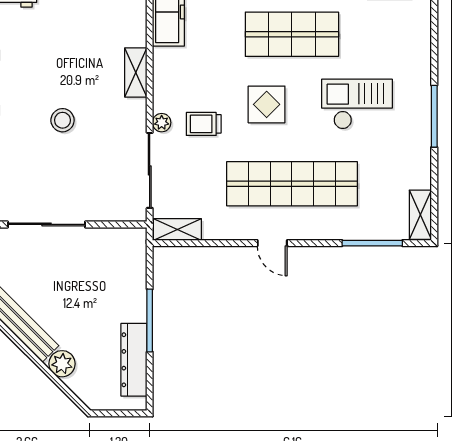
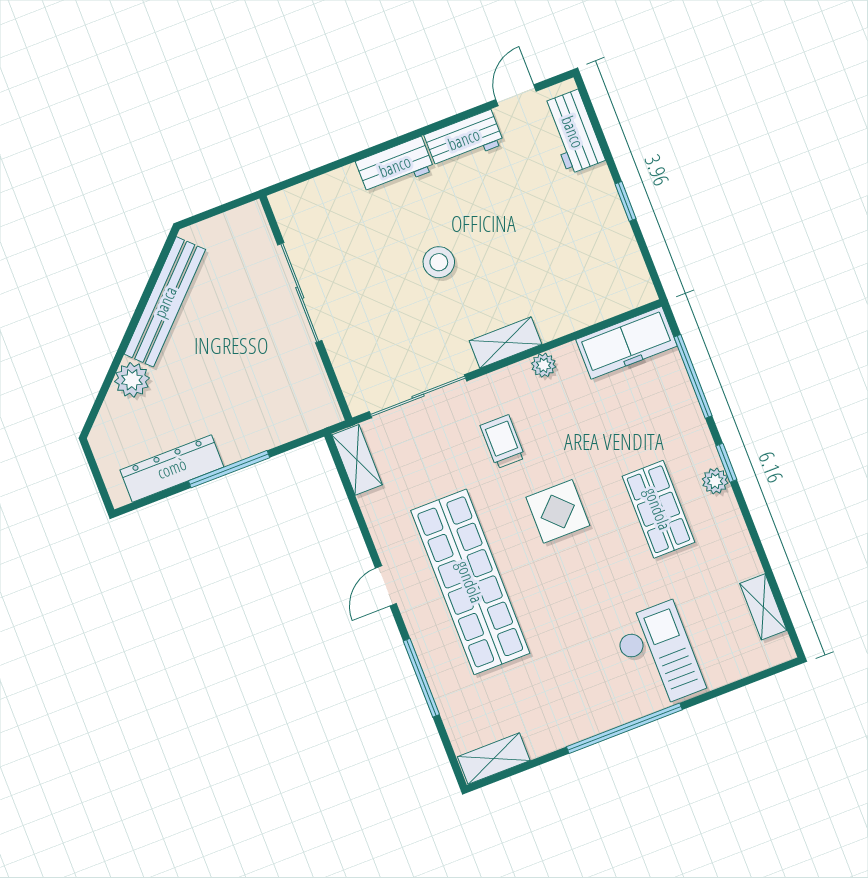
shop shelf: (292, 34) -> (658, 509), width x0.70, depth x0.74
shelving: (136, 72) -> (505, 342), moved
checkout: (357, 104) -> (658, 656), moved
window: (434, 116) -> (624, 728), width x1.46
plant: (162, 123) -> (544, 365), moved
window: (372, 243) -> (421, 678), moved

